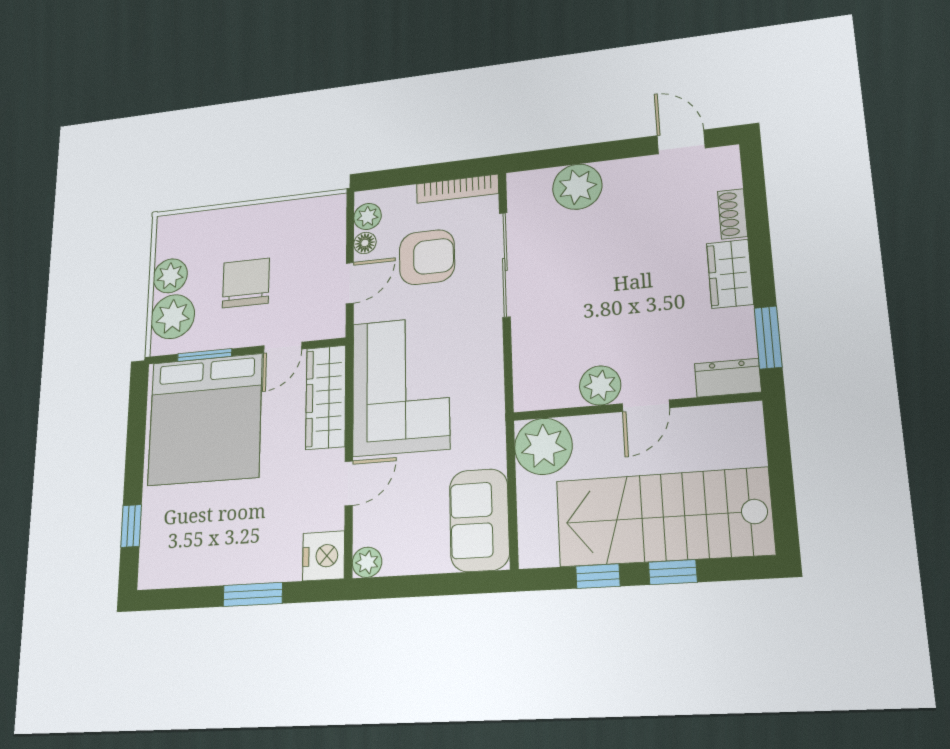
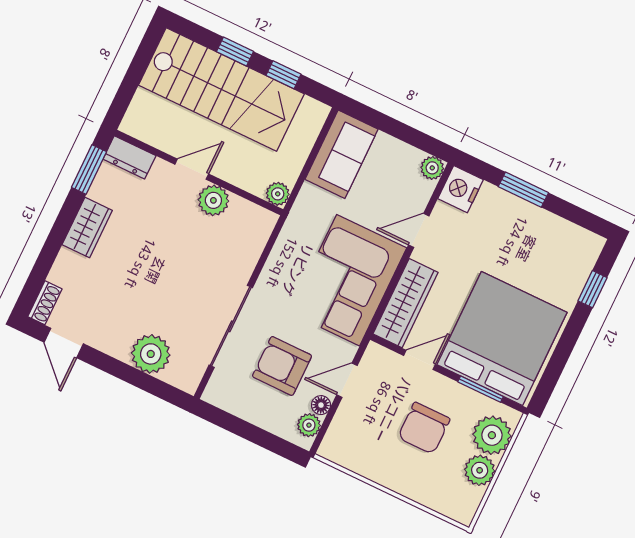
bookcase: (457, 189) -> (234, 406), removed
shoe rack: (732, 214) -> (45, 303), moved
plant: (543, 446) -> (278, 194), width x0.53, depth x0.53

